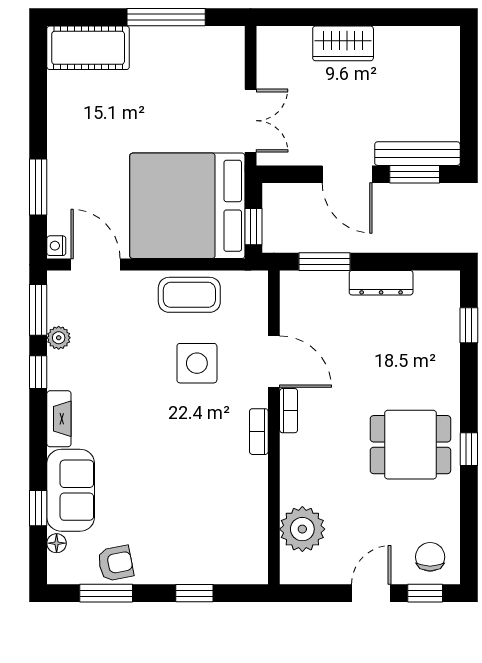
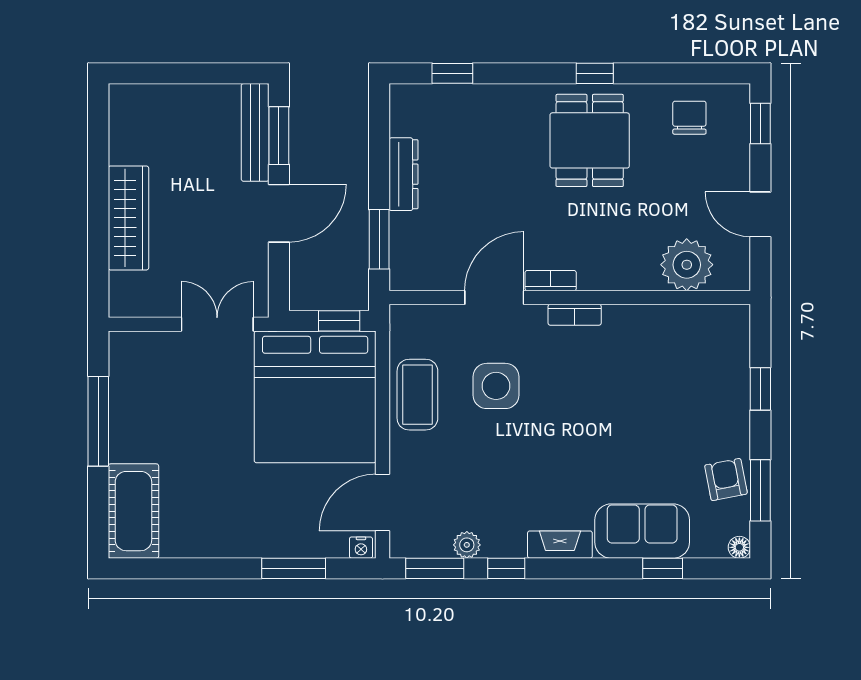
wardrobe: (343, 43) -> (128, 218), width x1.50
floor lamp: (57, 543) -> (739, 547), moved
chair: (430, 557) -> (689, 118), moved, turned 90
door: (371, 593) -> (760, 214), moved

